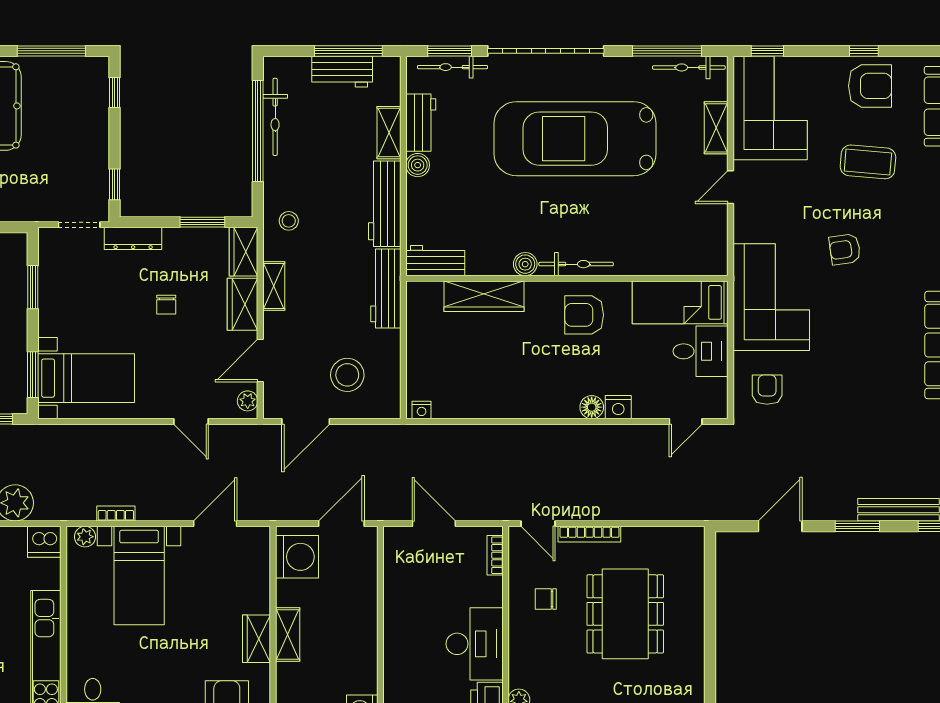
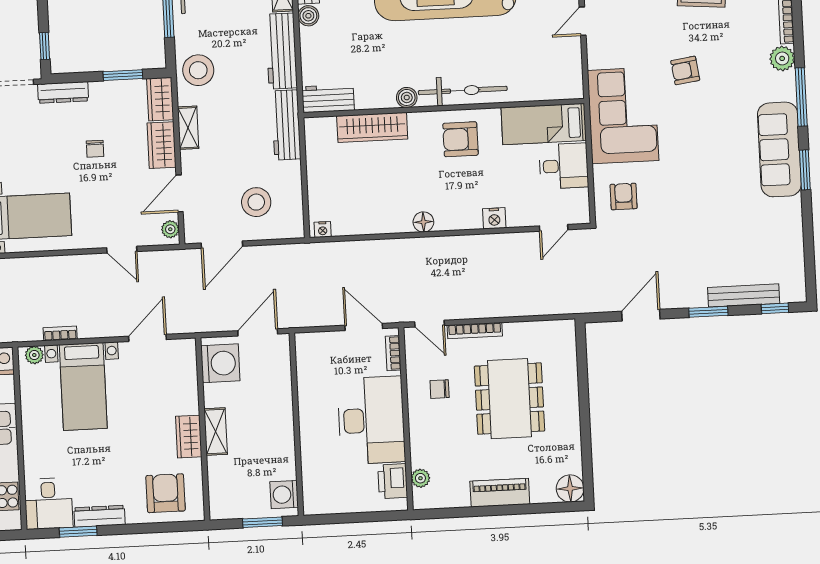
stool: (289, 221) -> (198, 70), width x1.89, depth x1.89
bicycle: (576, 264) -> (463, 90), width x1.37, depth x1.40
floor lamp: (592, 407) -> (423, 222), moved
door: (434, 524) -> (364, 327), moved
desk: (475, 644) -> (371, 420), width x1.36, depth x1.30

